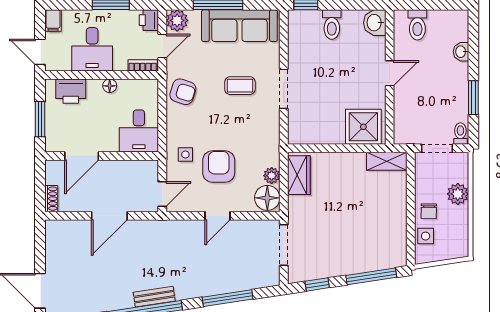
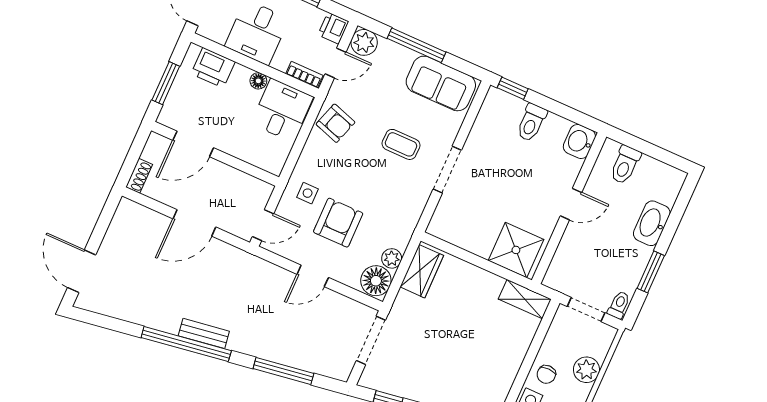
sofa: (239, 26) -> (441, 83), width x0.73
washbasin: (461, 52) -> (652, 223), width x1.91, depth x1.45
desk: (139, 131) -> (282, 110), moved, turned 180

